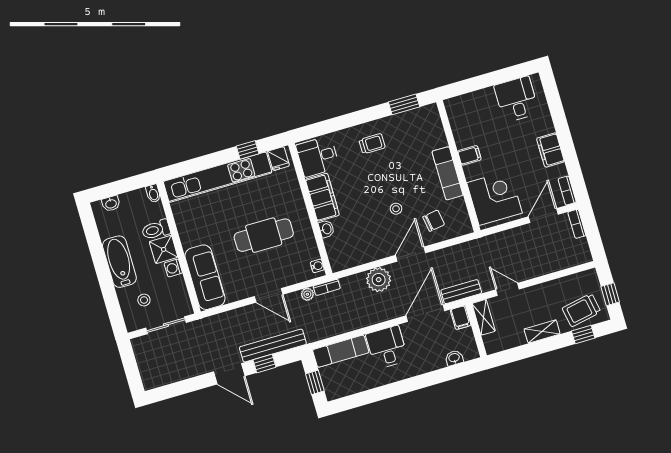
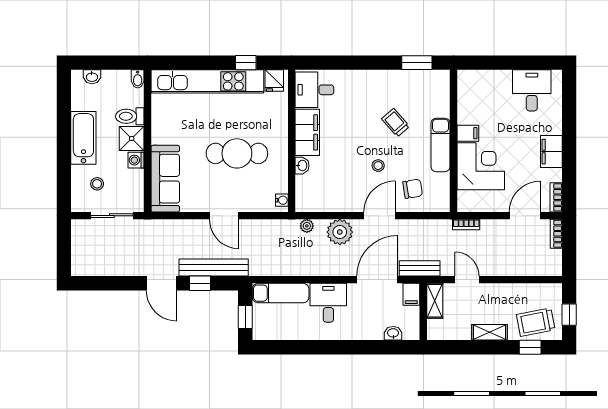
trolley: (372, 144) -> (396, 123), moved, turned -131
corner desk: (494, 198) -> (481, 166), moved
bookcase: (327, 287) -> (466, 225), moved
plant: (307, 294) -> (307, 226), moved

